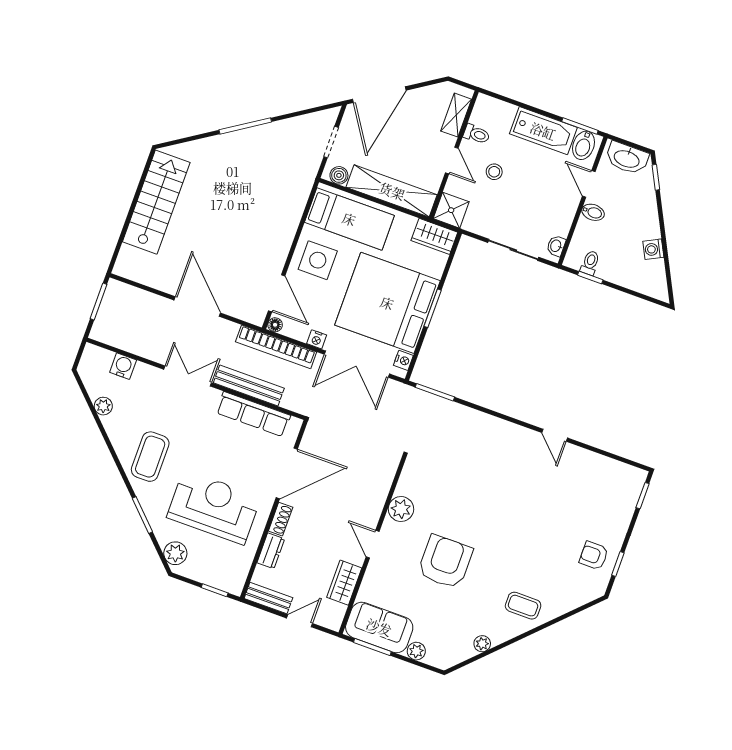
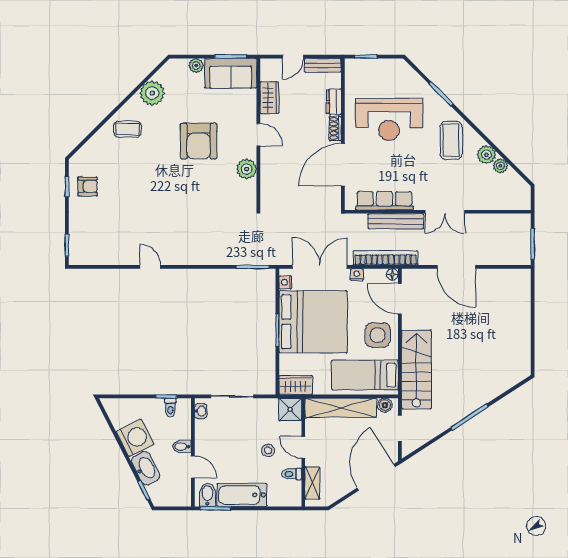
washbasin: (627, 158) -> (146, 468), moved, turned 63
stairs: (156, 202) -> (416, 370), moved, turned 180
washing machine: (653, 249) -> (135, 438), width x1.89, depth x1.89
water cooler: (123, 366) -> (496, 202), removed
plant: (175, 553) -> (486, 155), moved
plant: (482, 644) -> (152, 93), width x1.87, depth x1.87

